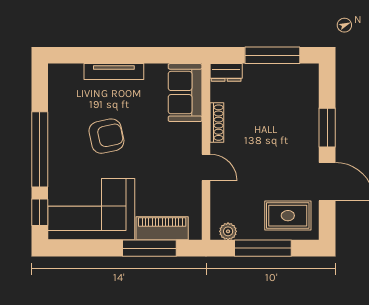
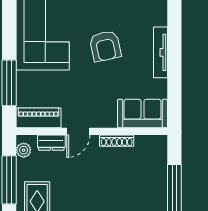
dresser: (226, 72) -> (51, 143), moved, turned -90
piano: (162, 228) -> (38, 118), moved, turned -90

